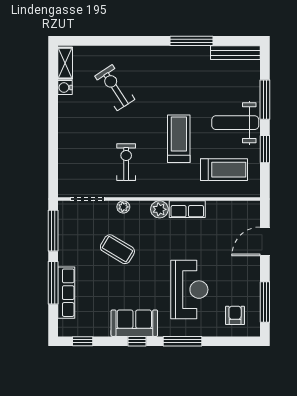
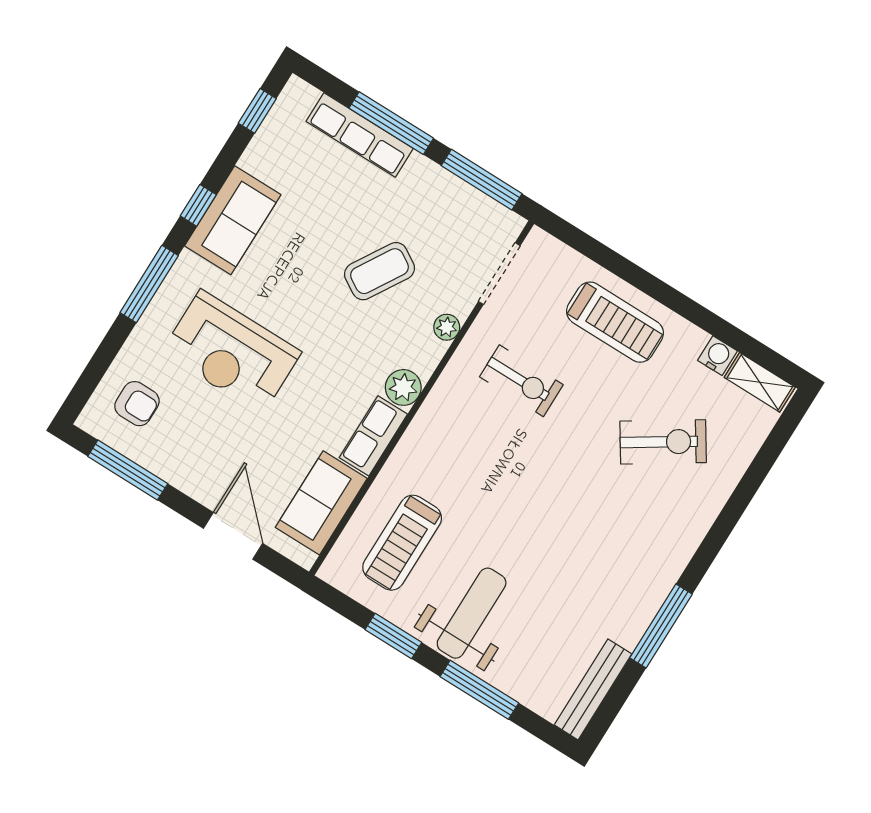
treadmill: (179, 139) -> (615, 322), moved
sofa: (228, 213) -> (321, 503), added

